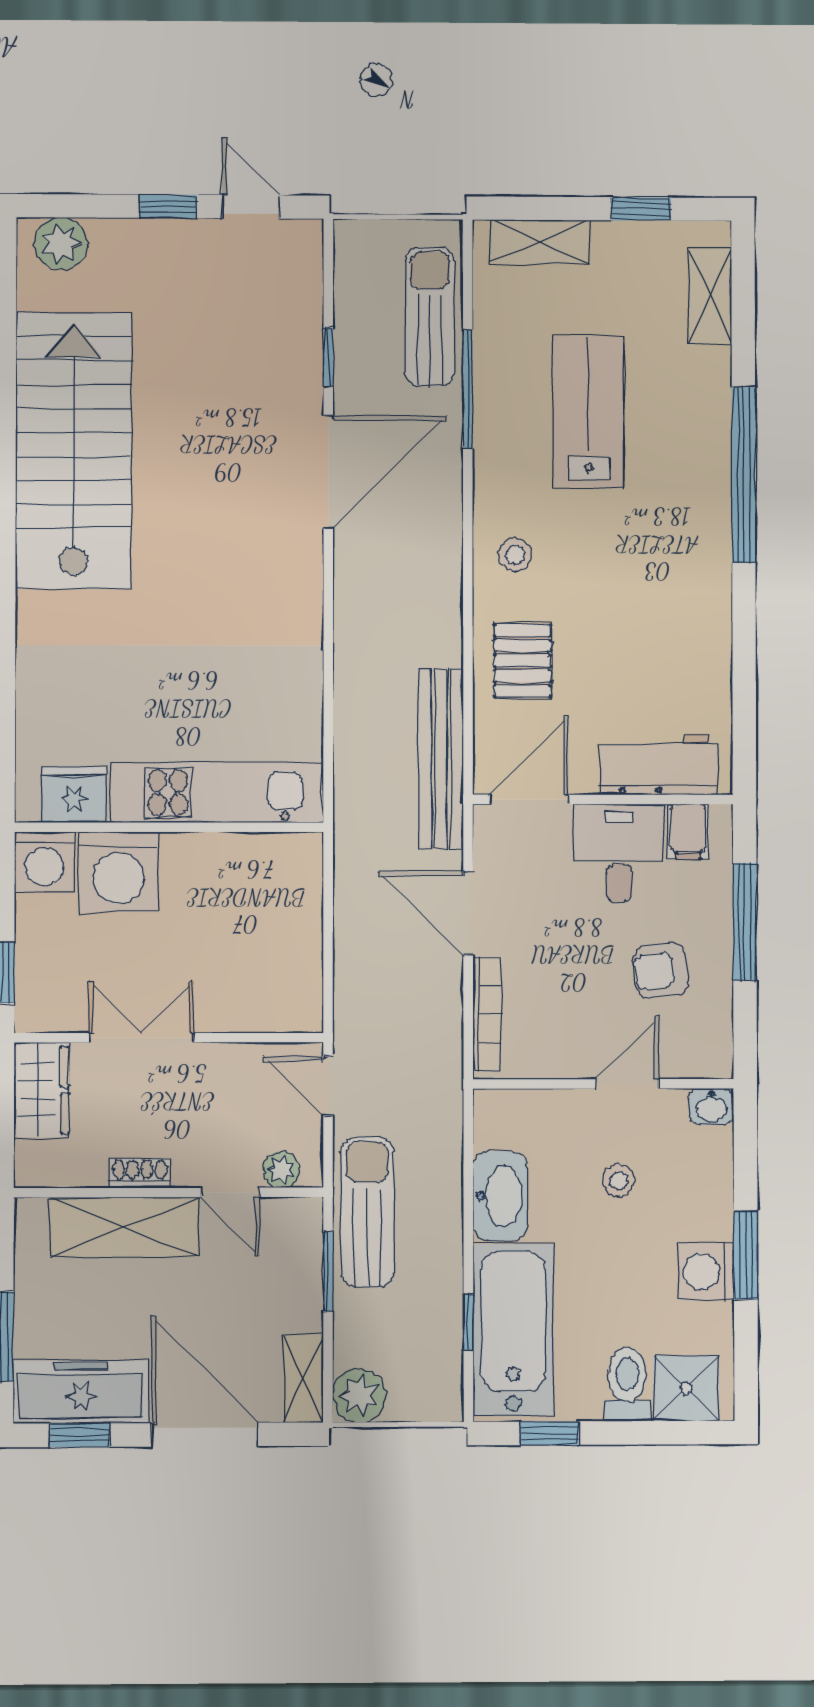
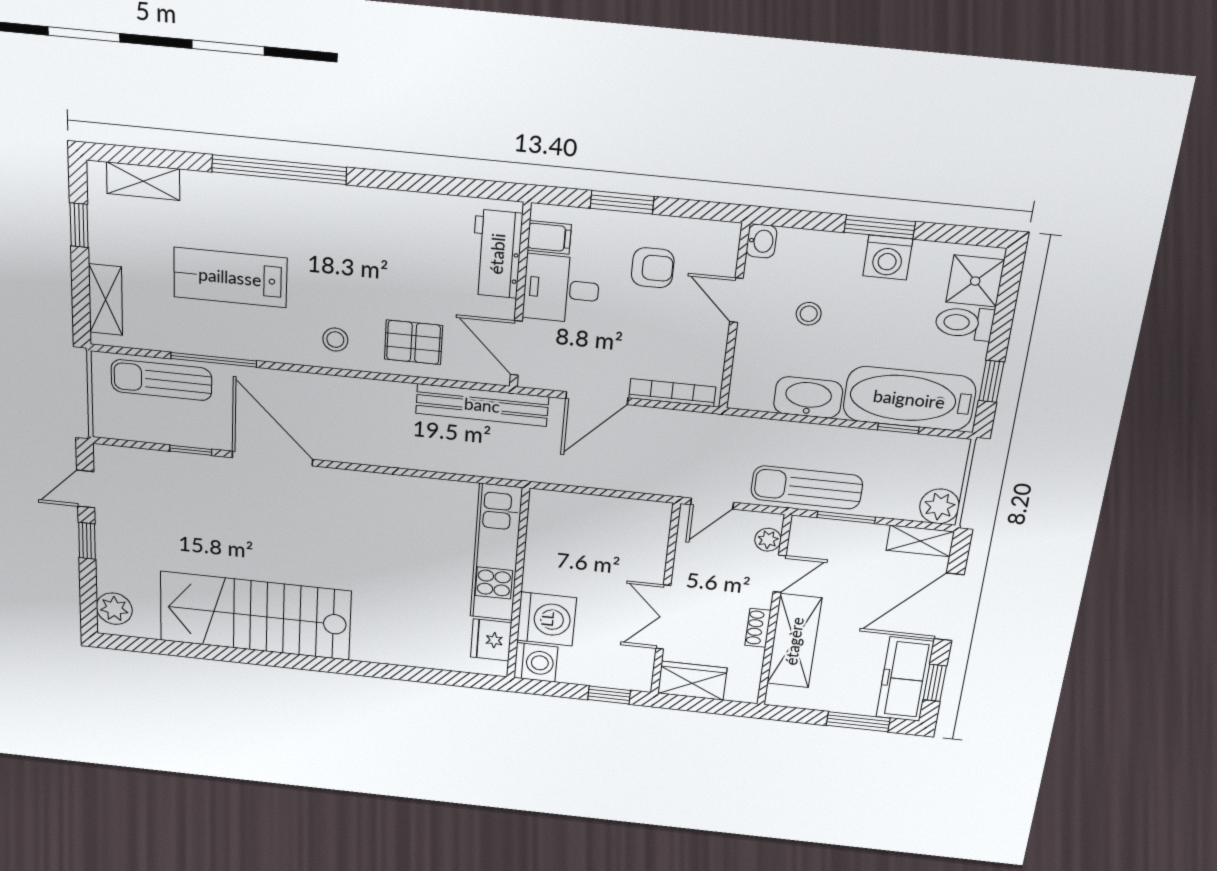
window: (745, 922) -> (622, 202), width x0.69
armchair: (661, 970) -> (653, 268), turned -82

